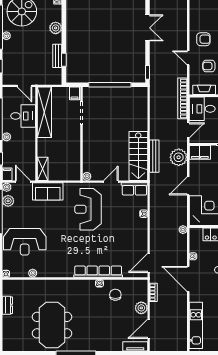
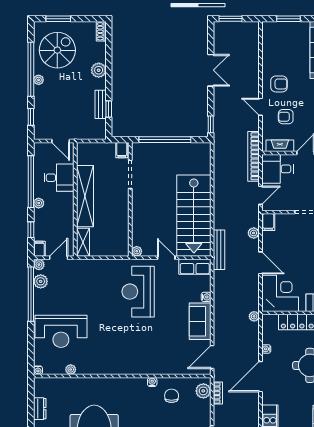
shelving: (44, 112) -> (85, 196), moved
filing cabinet: (200, 152) -> (268, 222), width x0.50
stairs: (138, 156) -> (194, 216), width x1.36, depth x1.51
bench: (154, 156) -> (219, 250), moved
plant: (179, 157) -> (254, 233), width x0.53, depth x0.53
door: (23, 182) -> (59, 258), hinge flipped
door: (111, 182) -> (166, 258), hinge flipped
door: (188, 186) -> (261, 263), swing flipped
sofa: (48, 191) -> (200, 321), moved, turned 90
row of seats: (98, 272) -> (151, 368), removed
door: (188, 279) -> (261, 377), hinge flipped
plant: (141, 308) -> (203, 391), moved

